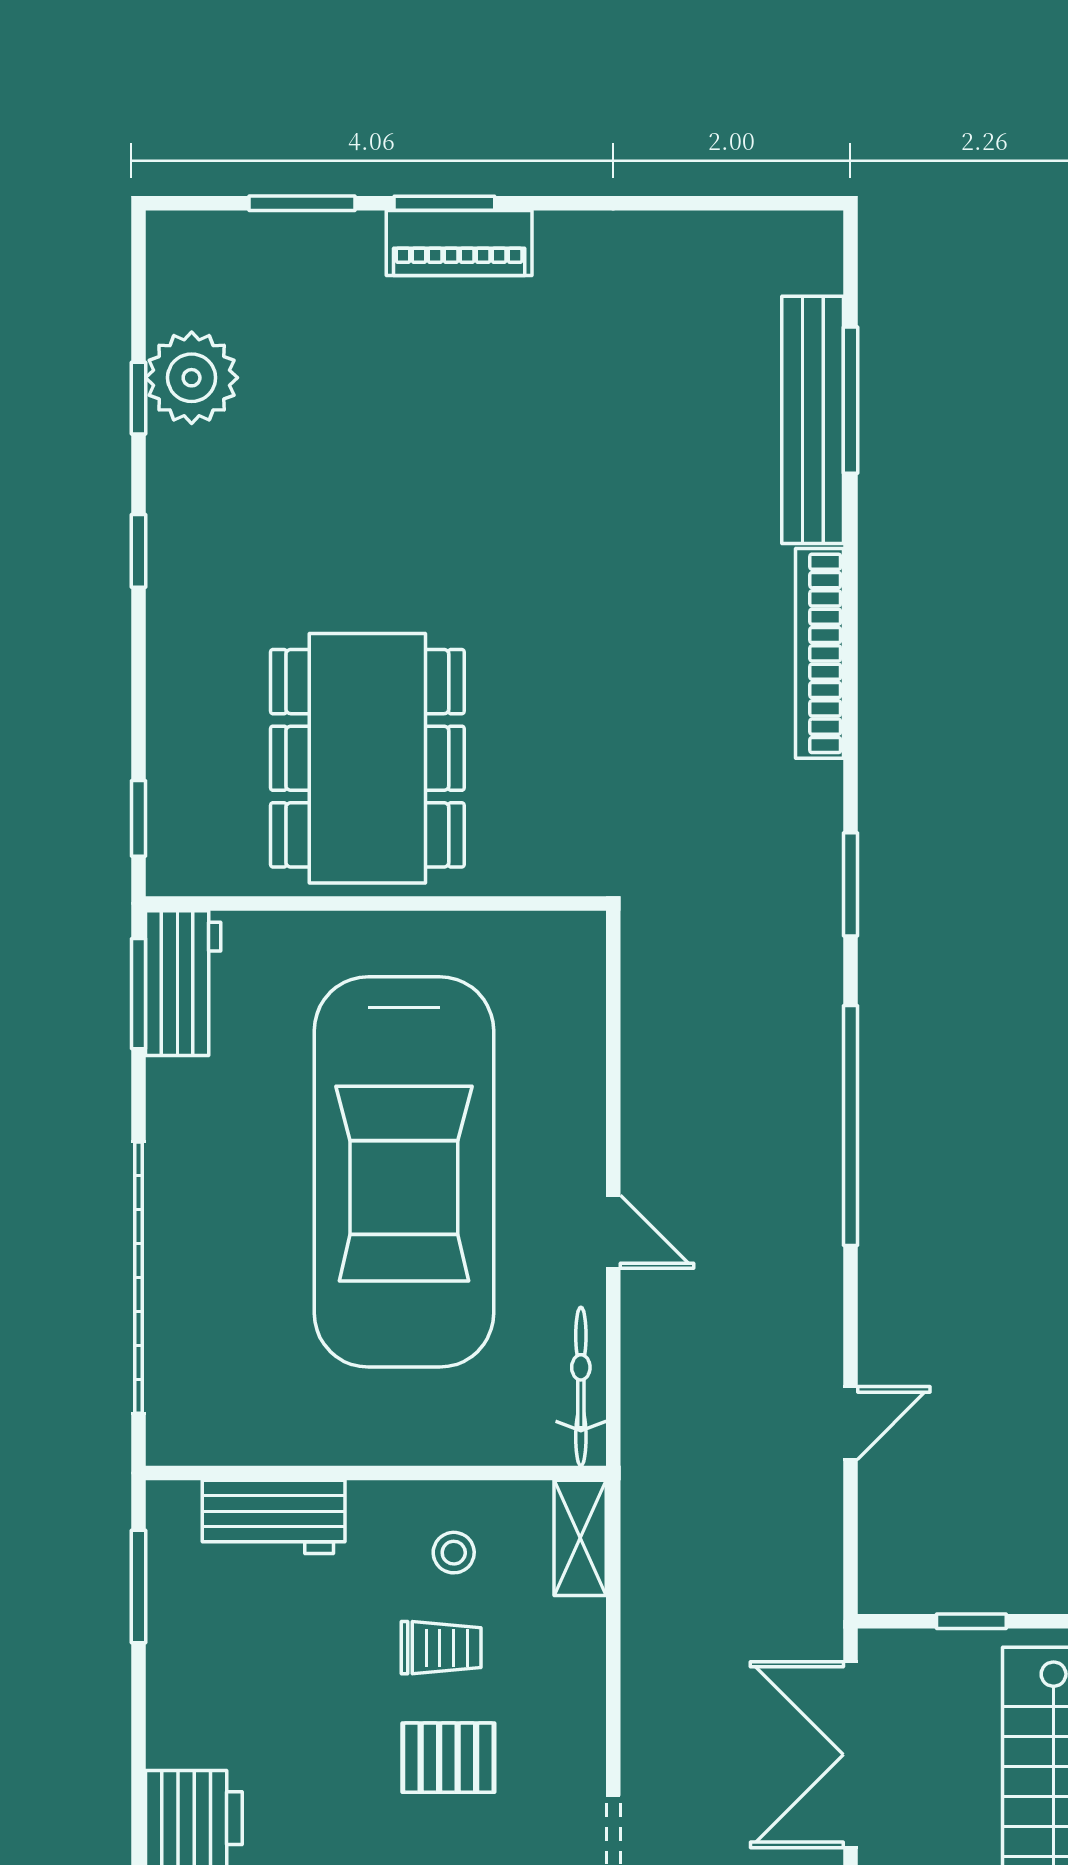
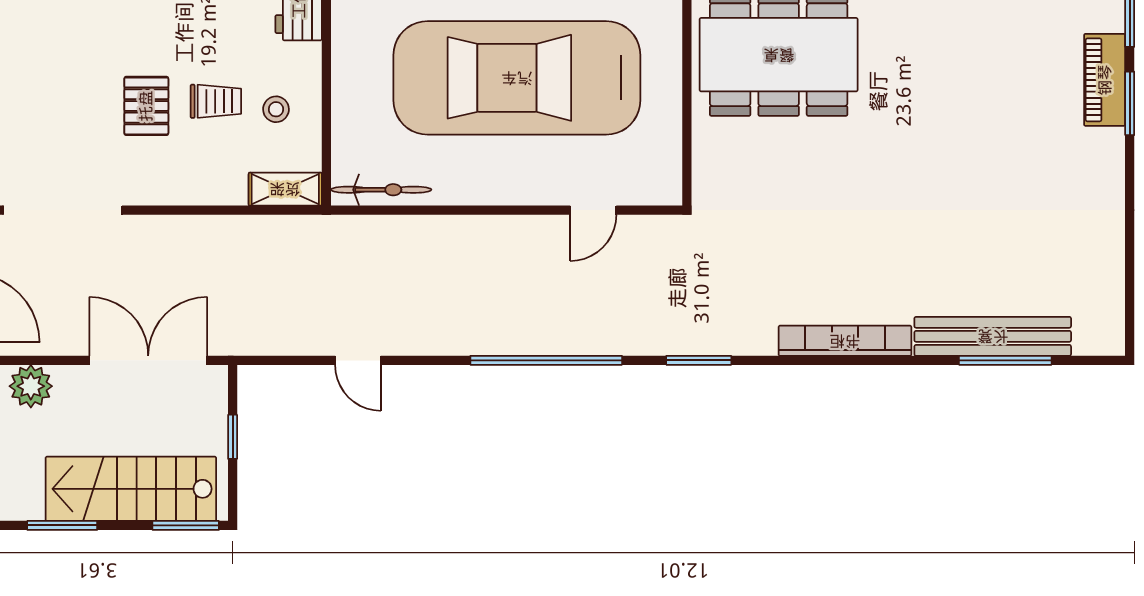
piano: (459, 243) -> (1105, 80), moved
door: (613, 1232) -> (593, 210), moved
trolley: (441, 1648) -> (216, 101), turned -90

